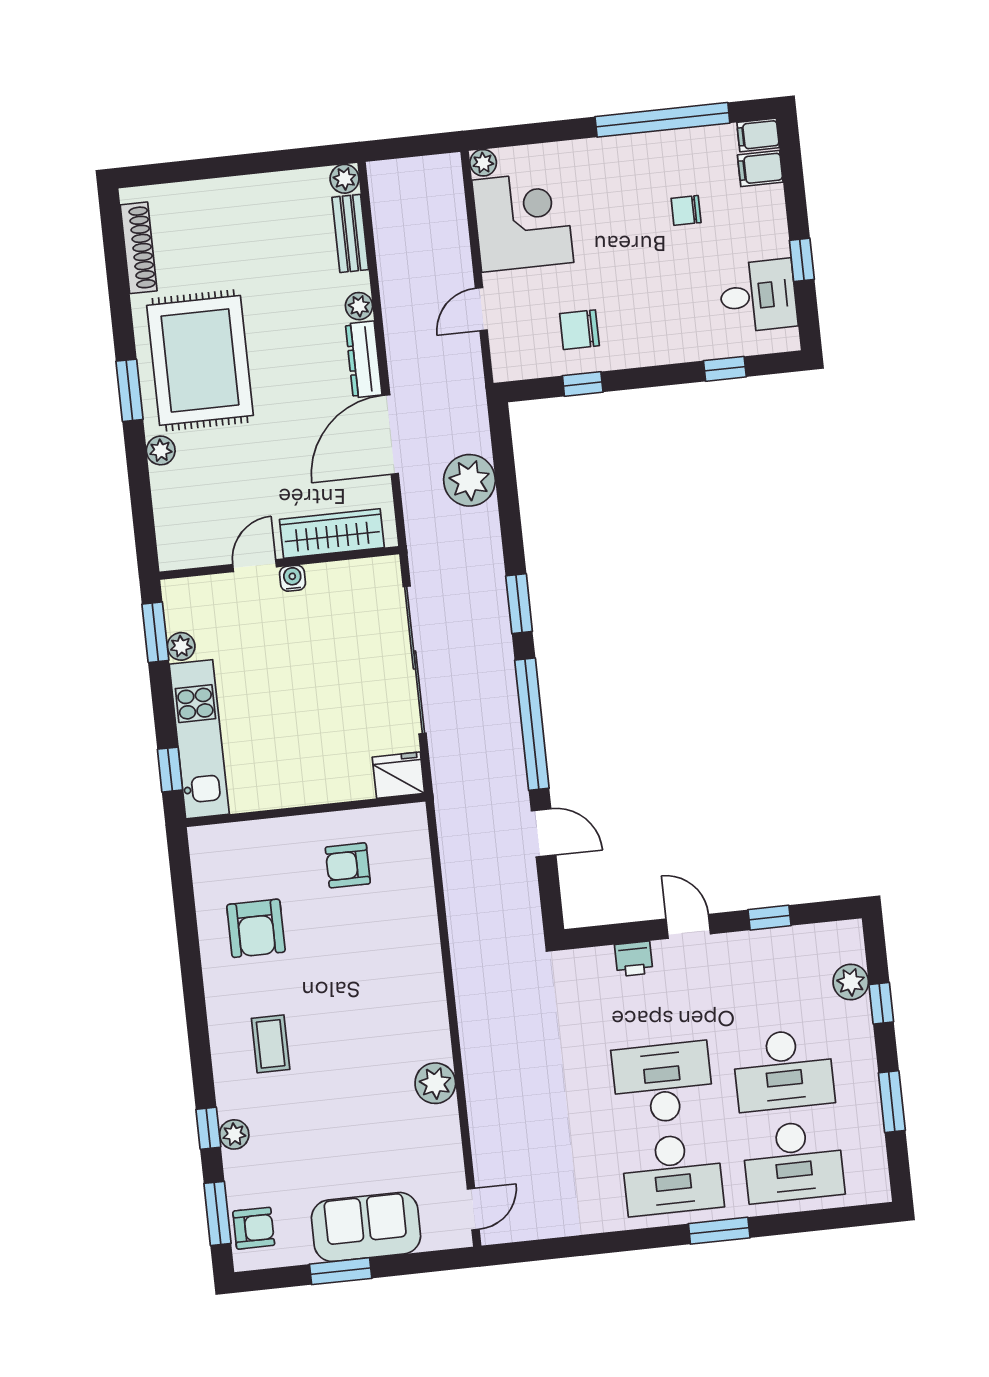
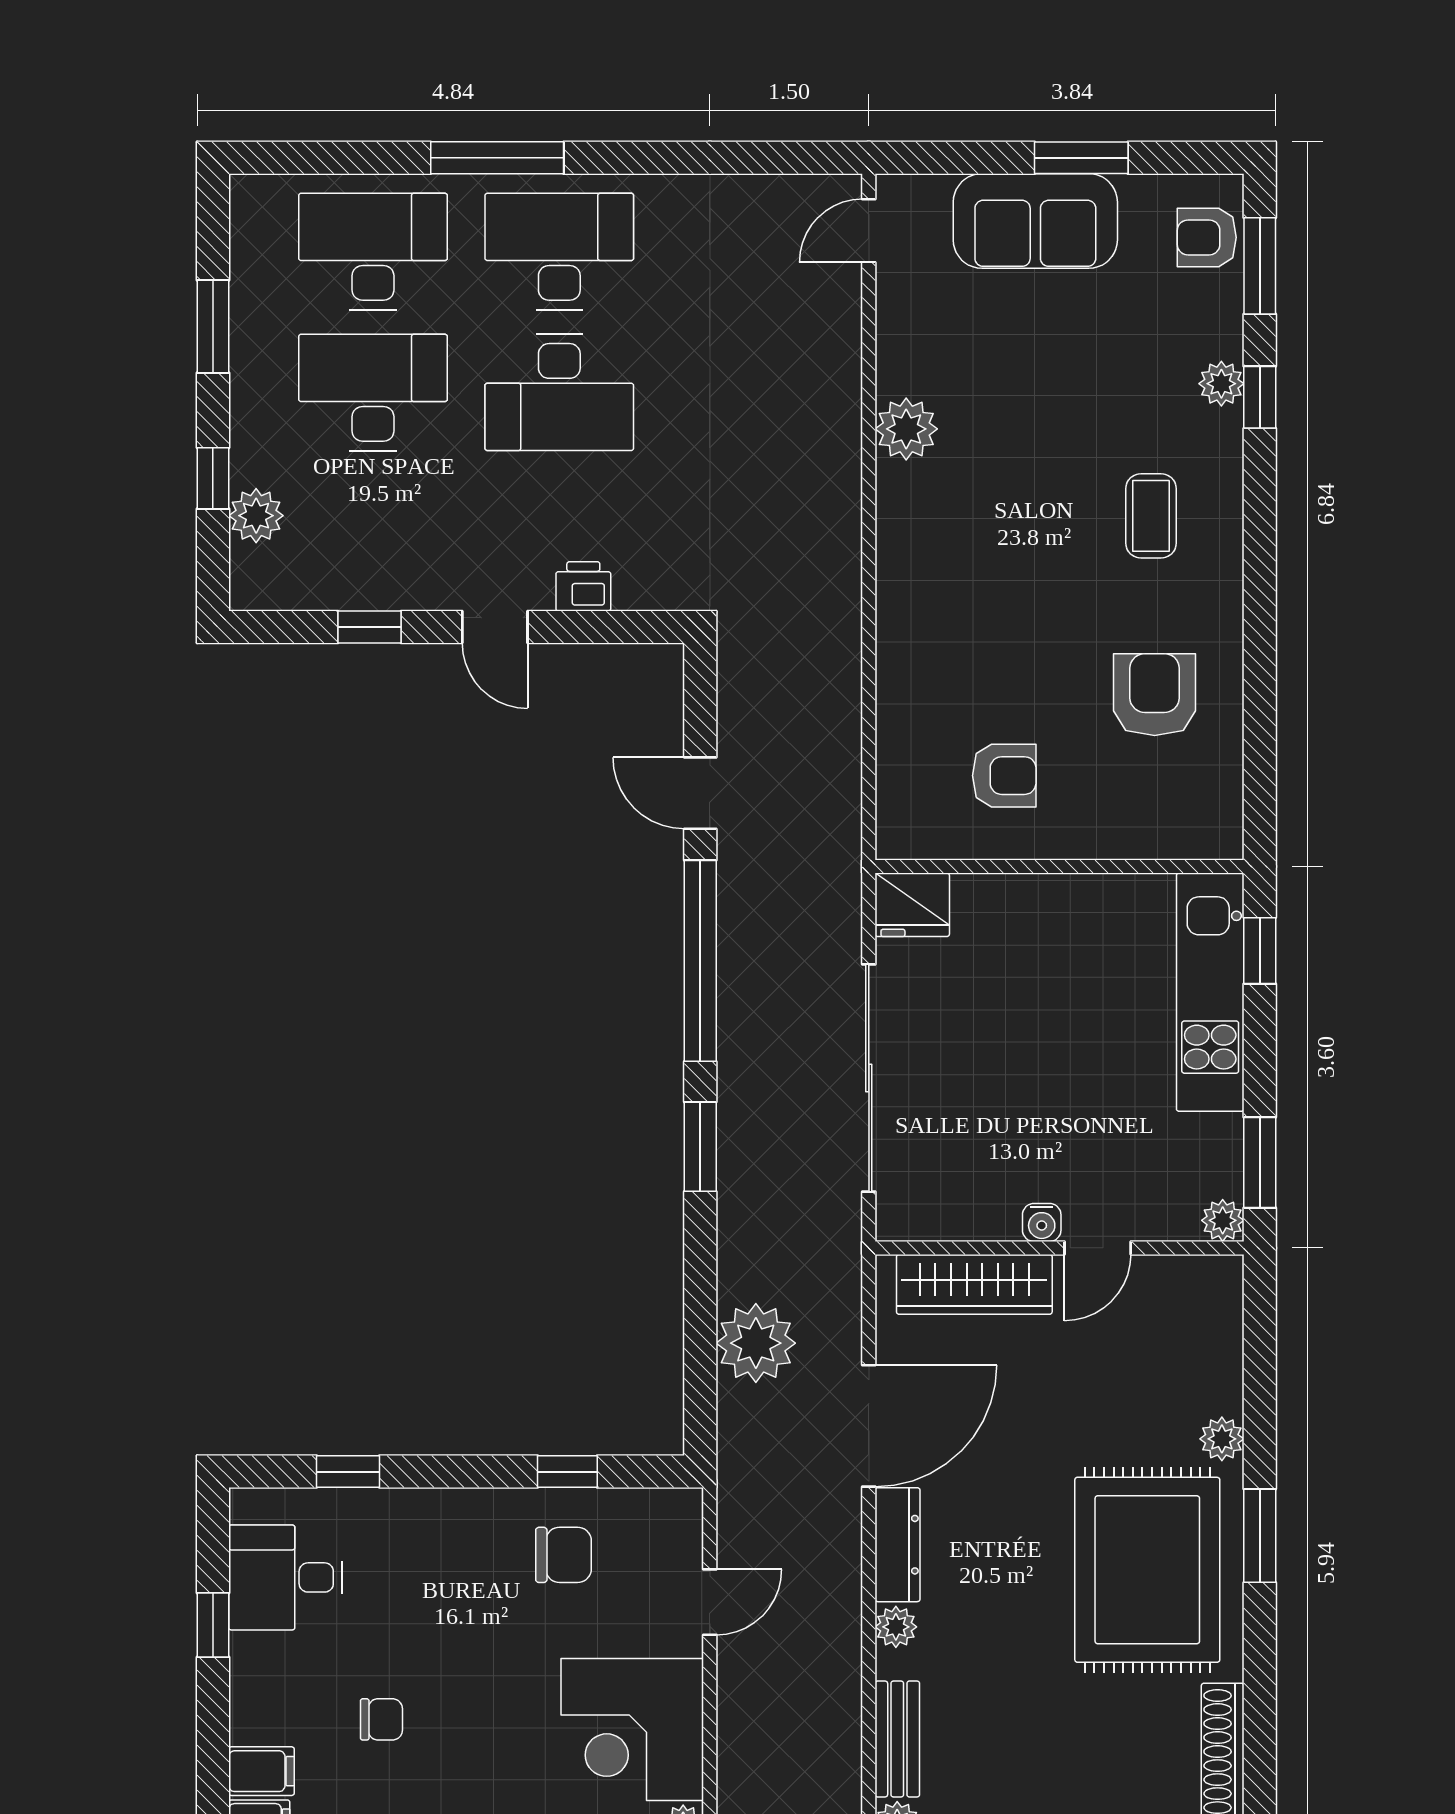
plant: (181, 646) -> (1223, 1220), moved
window: (719, 1231) -> (497, 158), width x1.44

